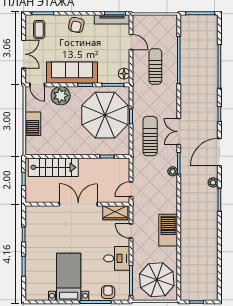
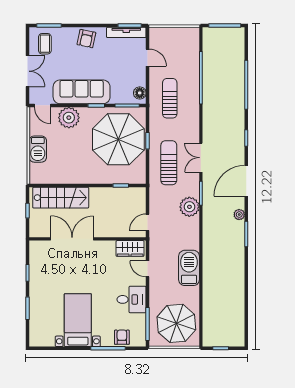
sun lounger: (155, 67) -> (170, 98), moved
plant: (173, 171) -> (189, 207), width x1.88, depth x1.88
double door: (78, 204) -> (72, 239), moved

